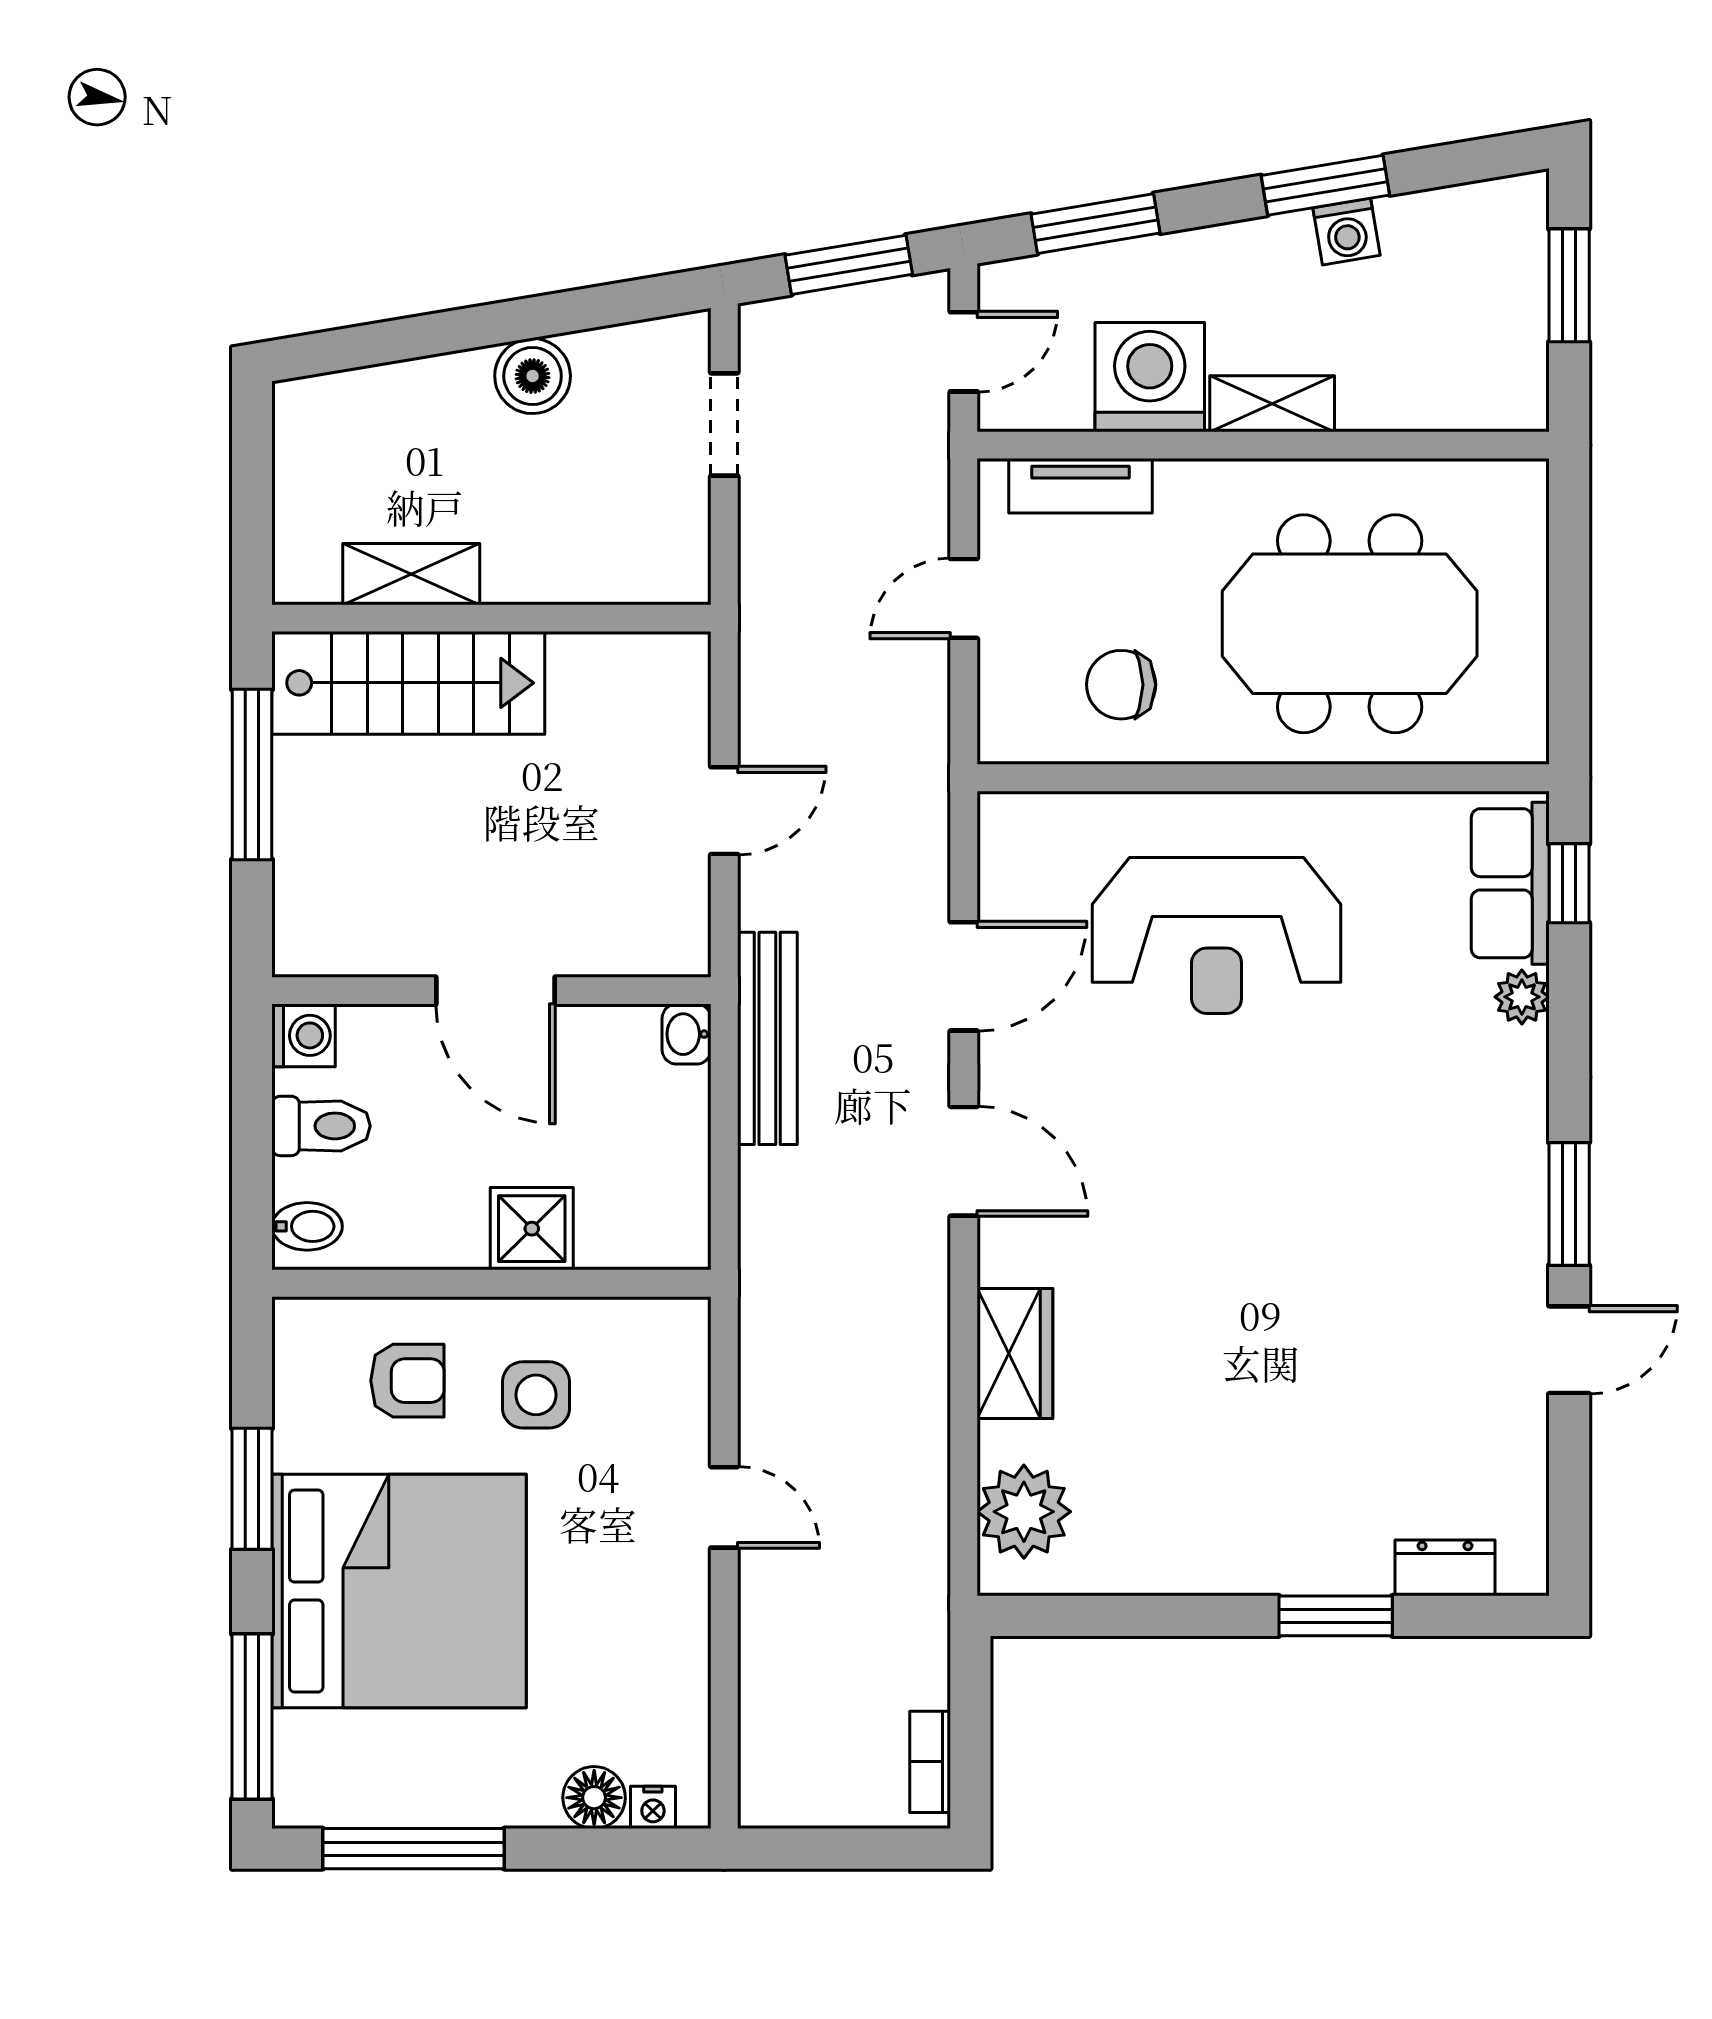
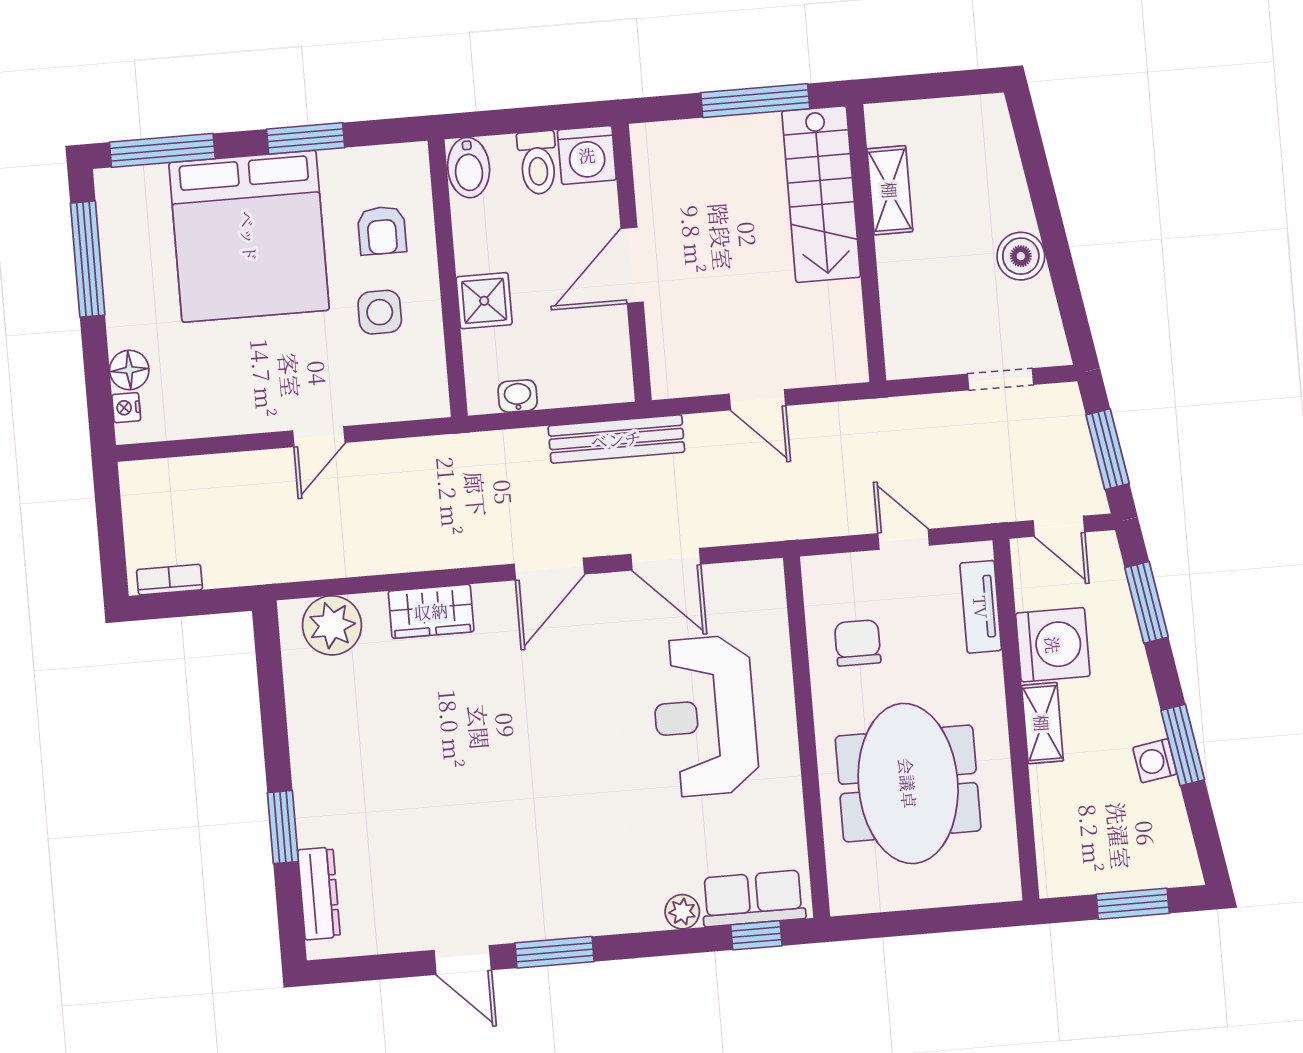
washbasin: (687, 1034) -> (518, 396), moved
washing machine: (304, 1035) -> (587, 155), width x1.38, depth x1.38
bidet: (307, 1226) -> (469, 168), width x1.38, depth x1.36
dresser: (1445, 1568) -> (319, 893), width x1.44

